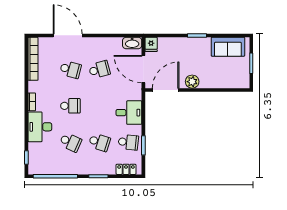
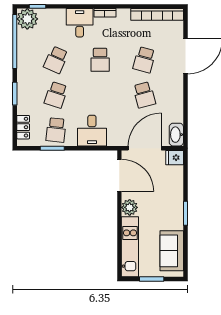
kitchen unit: (225, 81) -> (130, 247), added
desk: (40, 127) -> (80, 23), width x0.73
plant: (37, 166) -> (27, 19), added

